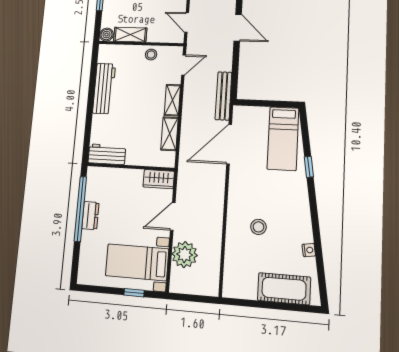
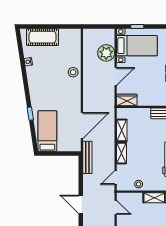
stool: (258, 227) -> (73, 72), moved

